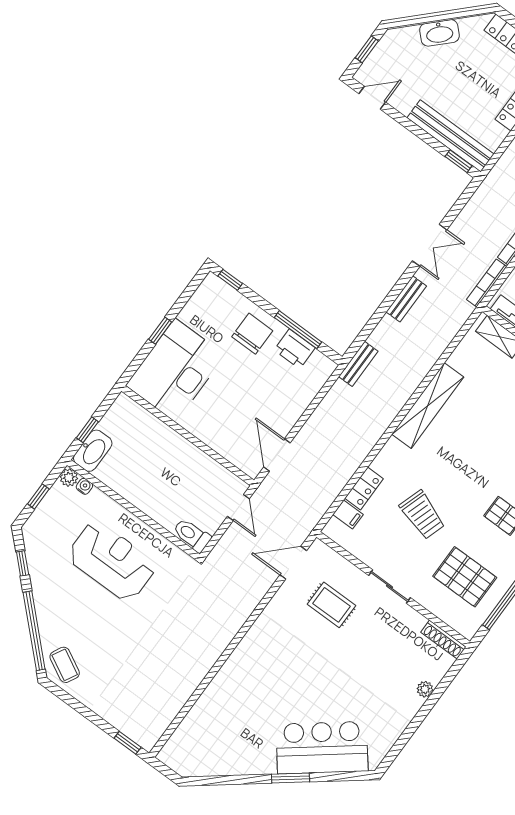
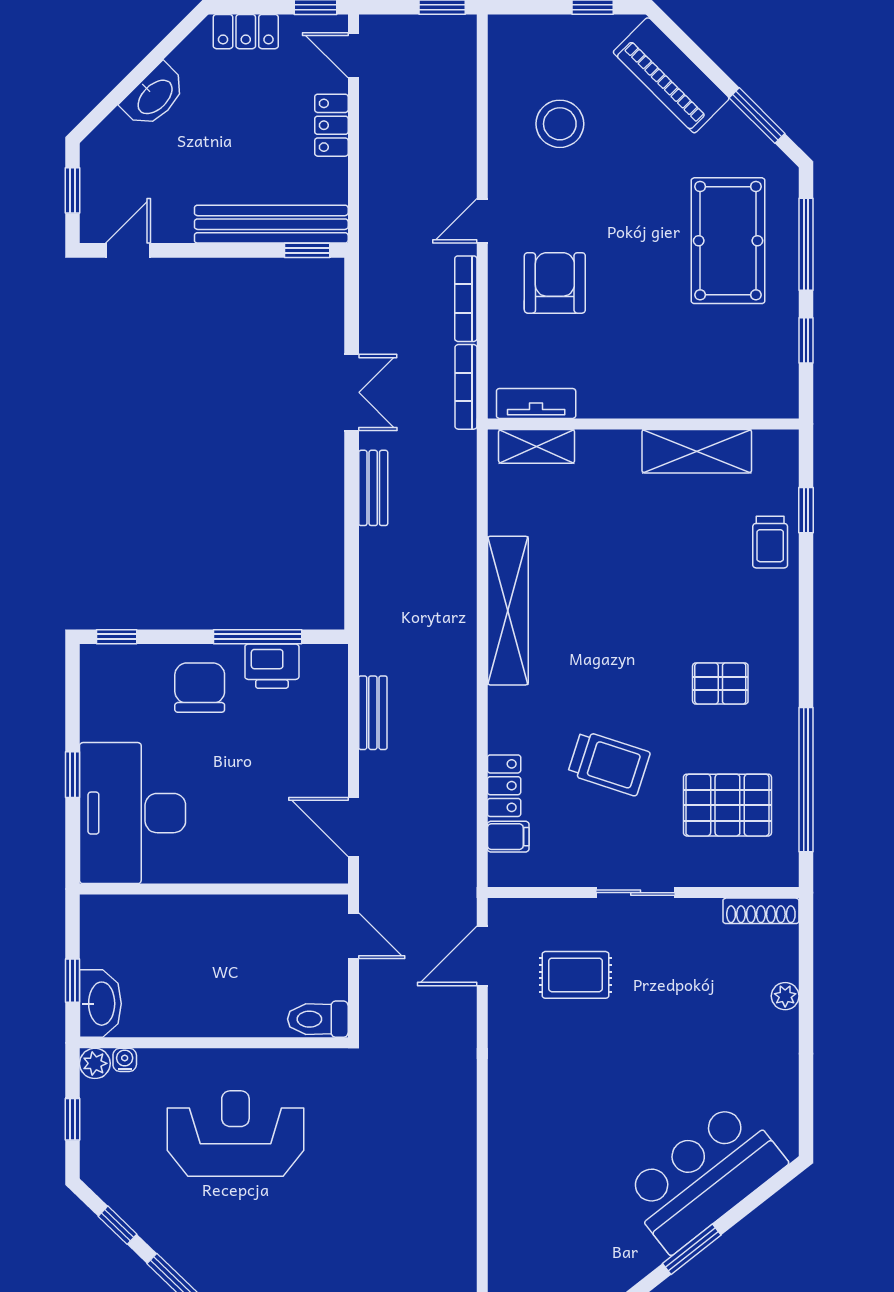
bench: (358, 364) -> (373, 713), moved

